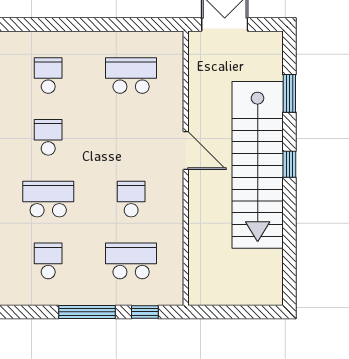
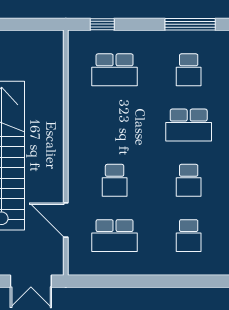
door: (186, 150) -> (66, 220), moved
school desk: (131, 199) -> (115, 180), moved
window: (87, 312) -> (190, 24), moved

